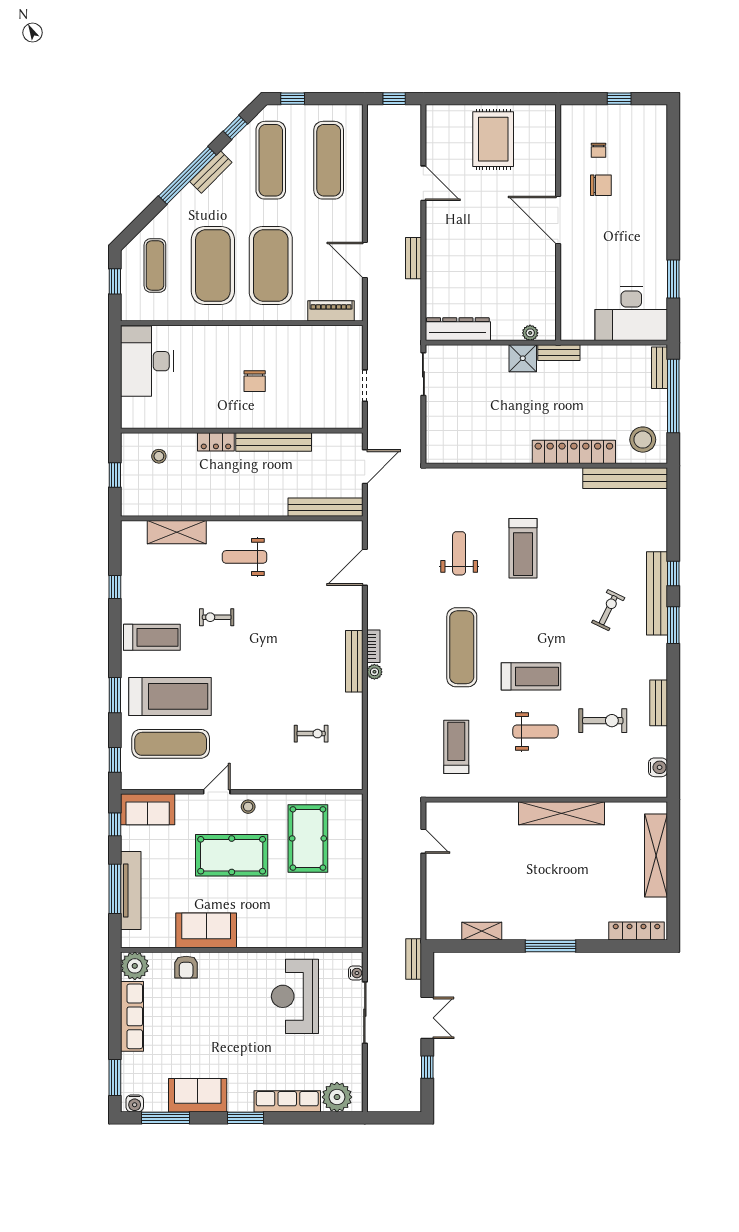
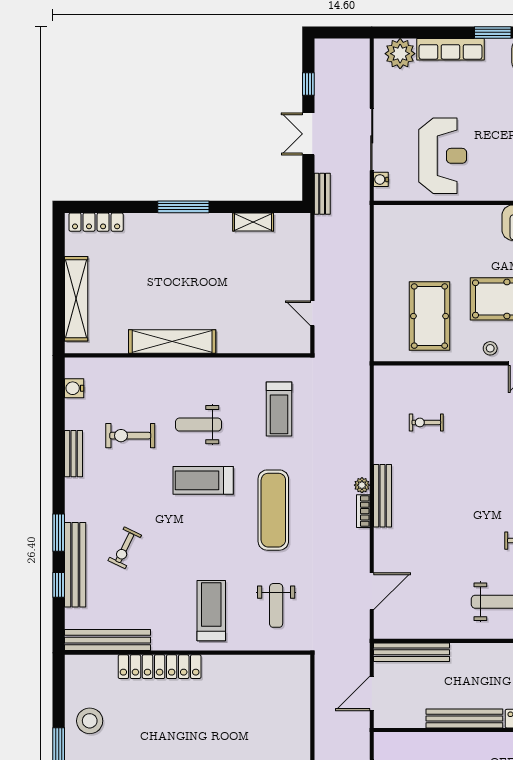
locker: (574, 452) -> (160, 667), moved
wall: (546, 466) -> (187, 653), moved
bench: (625, 478) -> (108, 640), moved

